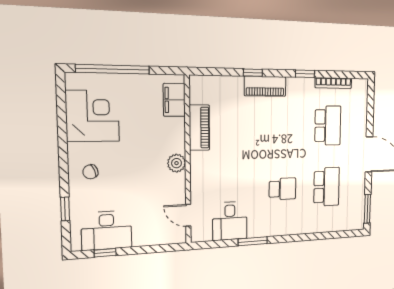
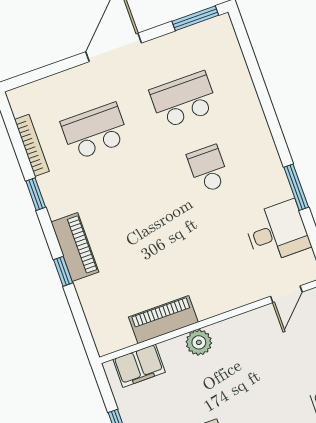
plant: (177, 163) -> (199, 342), moved

